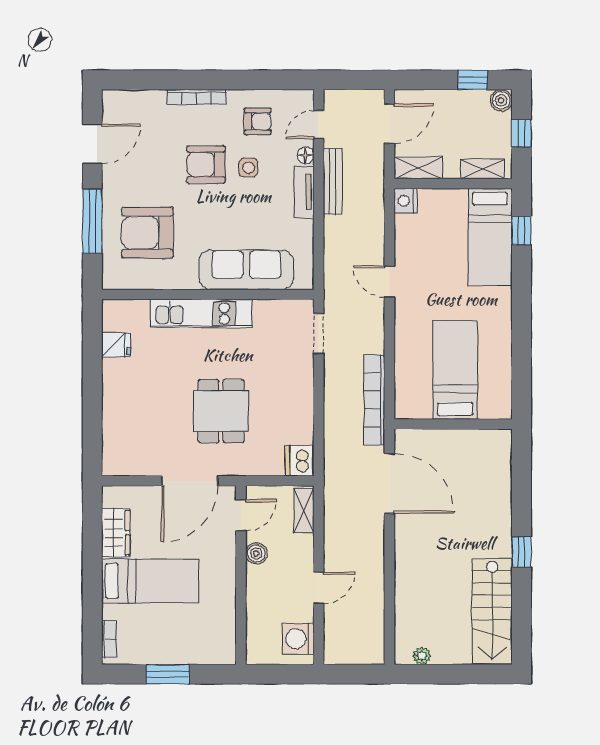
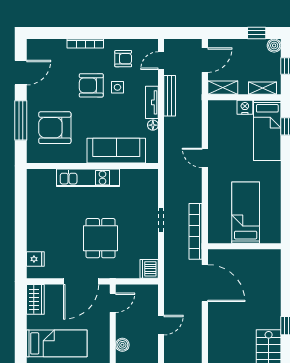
floor lamp: (306, 155) -> (153, 125), moved
nightstand: (405, 201) -> (245, 107), moved, turned 90
doorway: (319, 334) -> (161, 220), moved
fridge: (116, 345) -> (35, 259), moved
shelving: (304, 511) -> (152, 300), removed
wardrobe: (116, 533) -> (35, 299), moved
boiler: (256, 554) -> (122, 345), moved
door: (319, 588) -> (161, 325), moved

